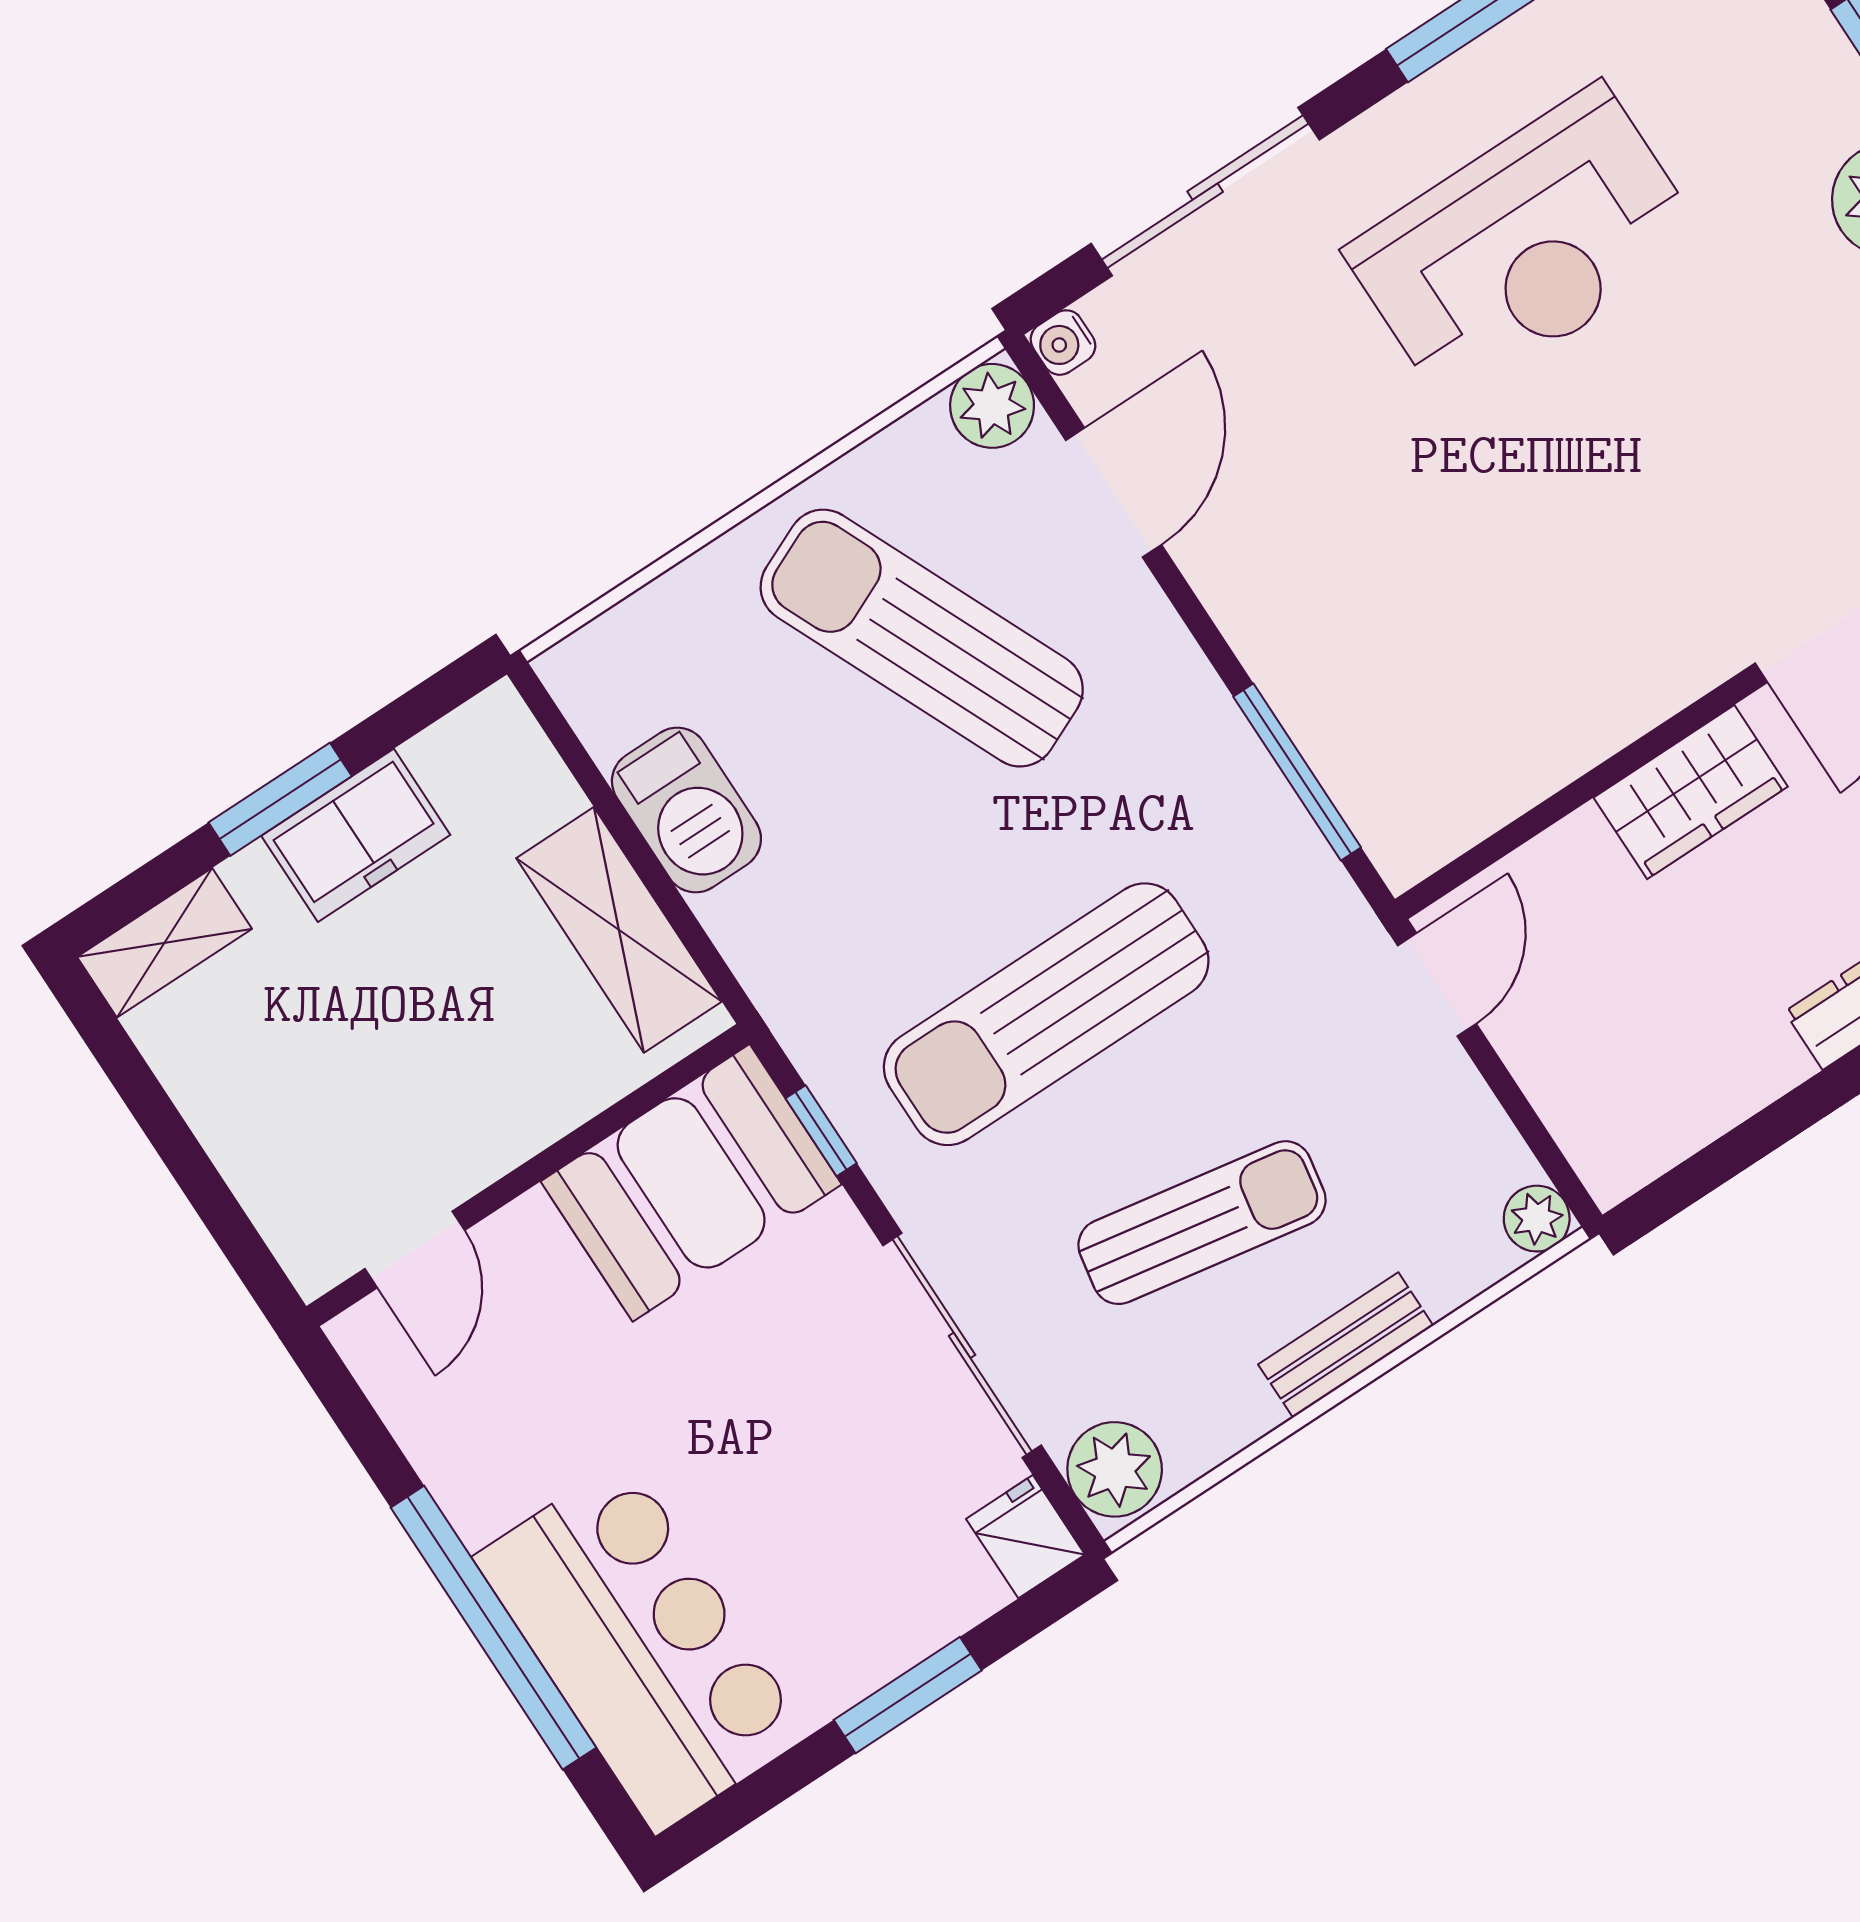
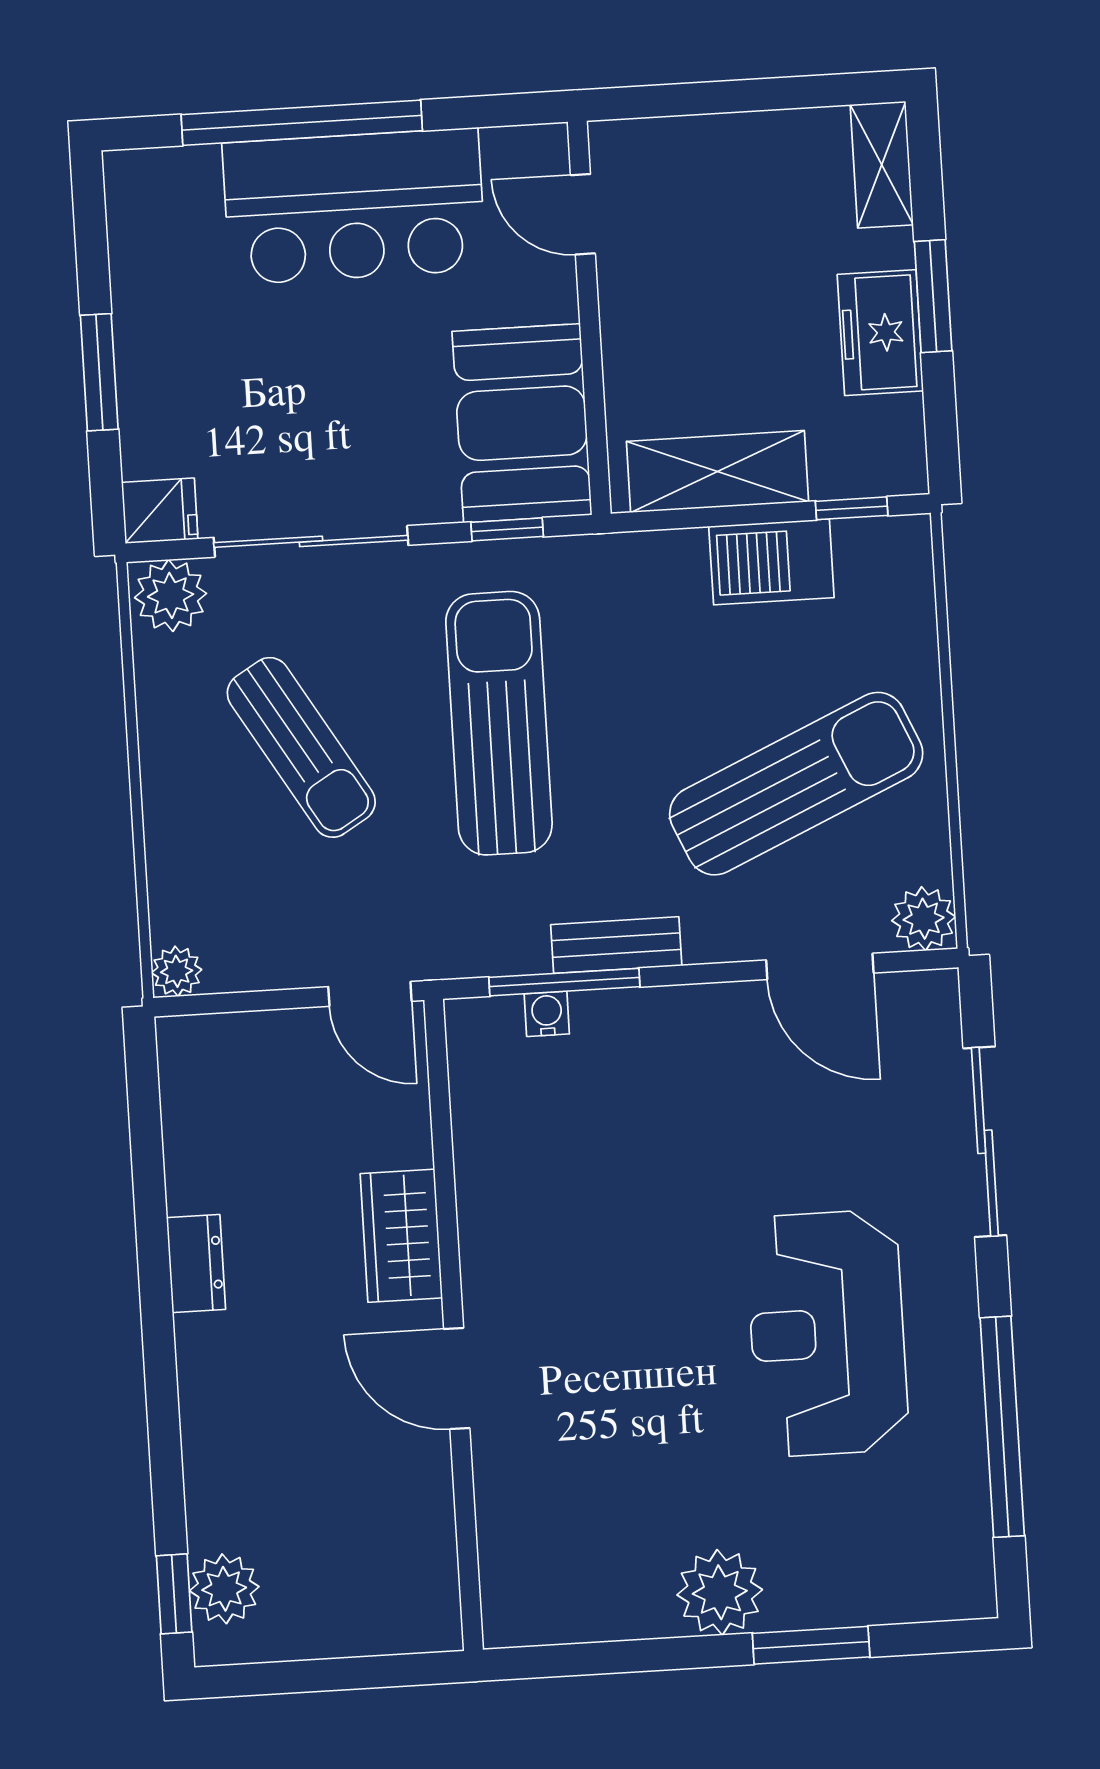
water cooler: (1063, 343) -> (547, 1014), moved
window: (574, 754) -> (852, 508), added
sun lounger: (1202, 1223) -> (301, 747), turned -41
bench: (1346, 1345) -> (616, 945), moved, turned 90
bar counter: (641, 1646) -> (354, 206), moved

